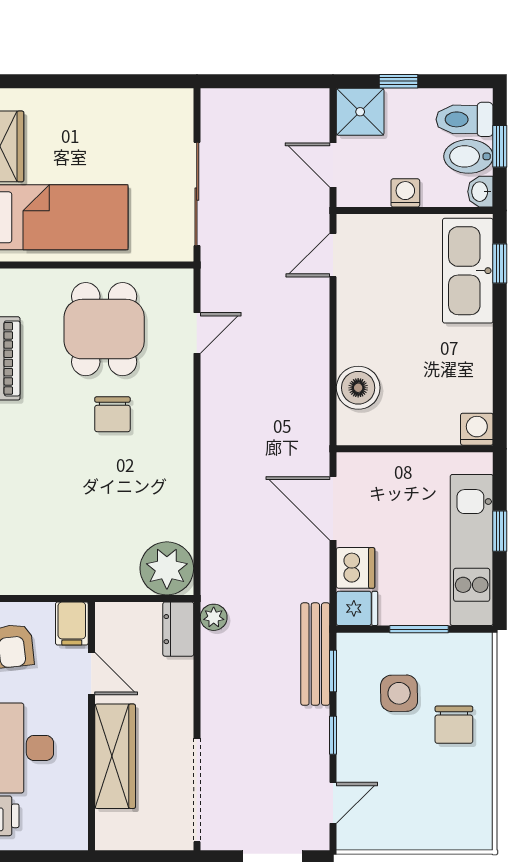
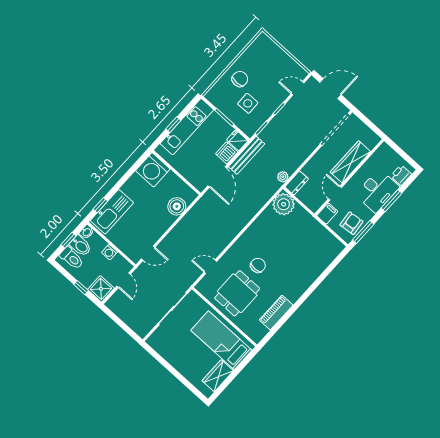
washing machine: (477, 429) -> (153, 170), width x1.89, depth x1.89
bench: (315, 654) -> (247, 155), moved

